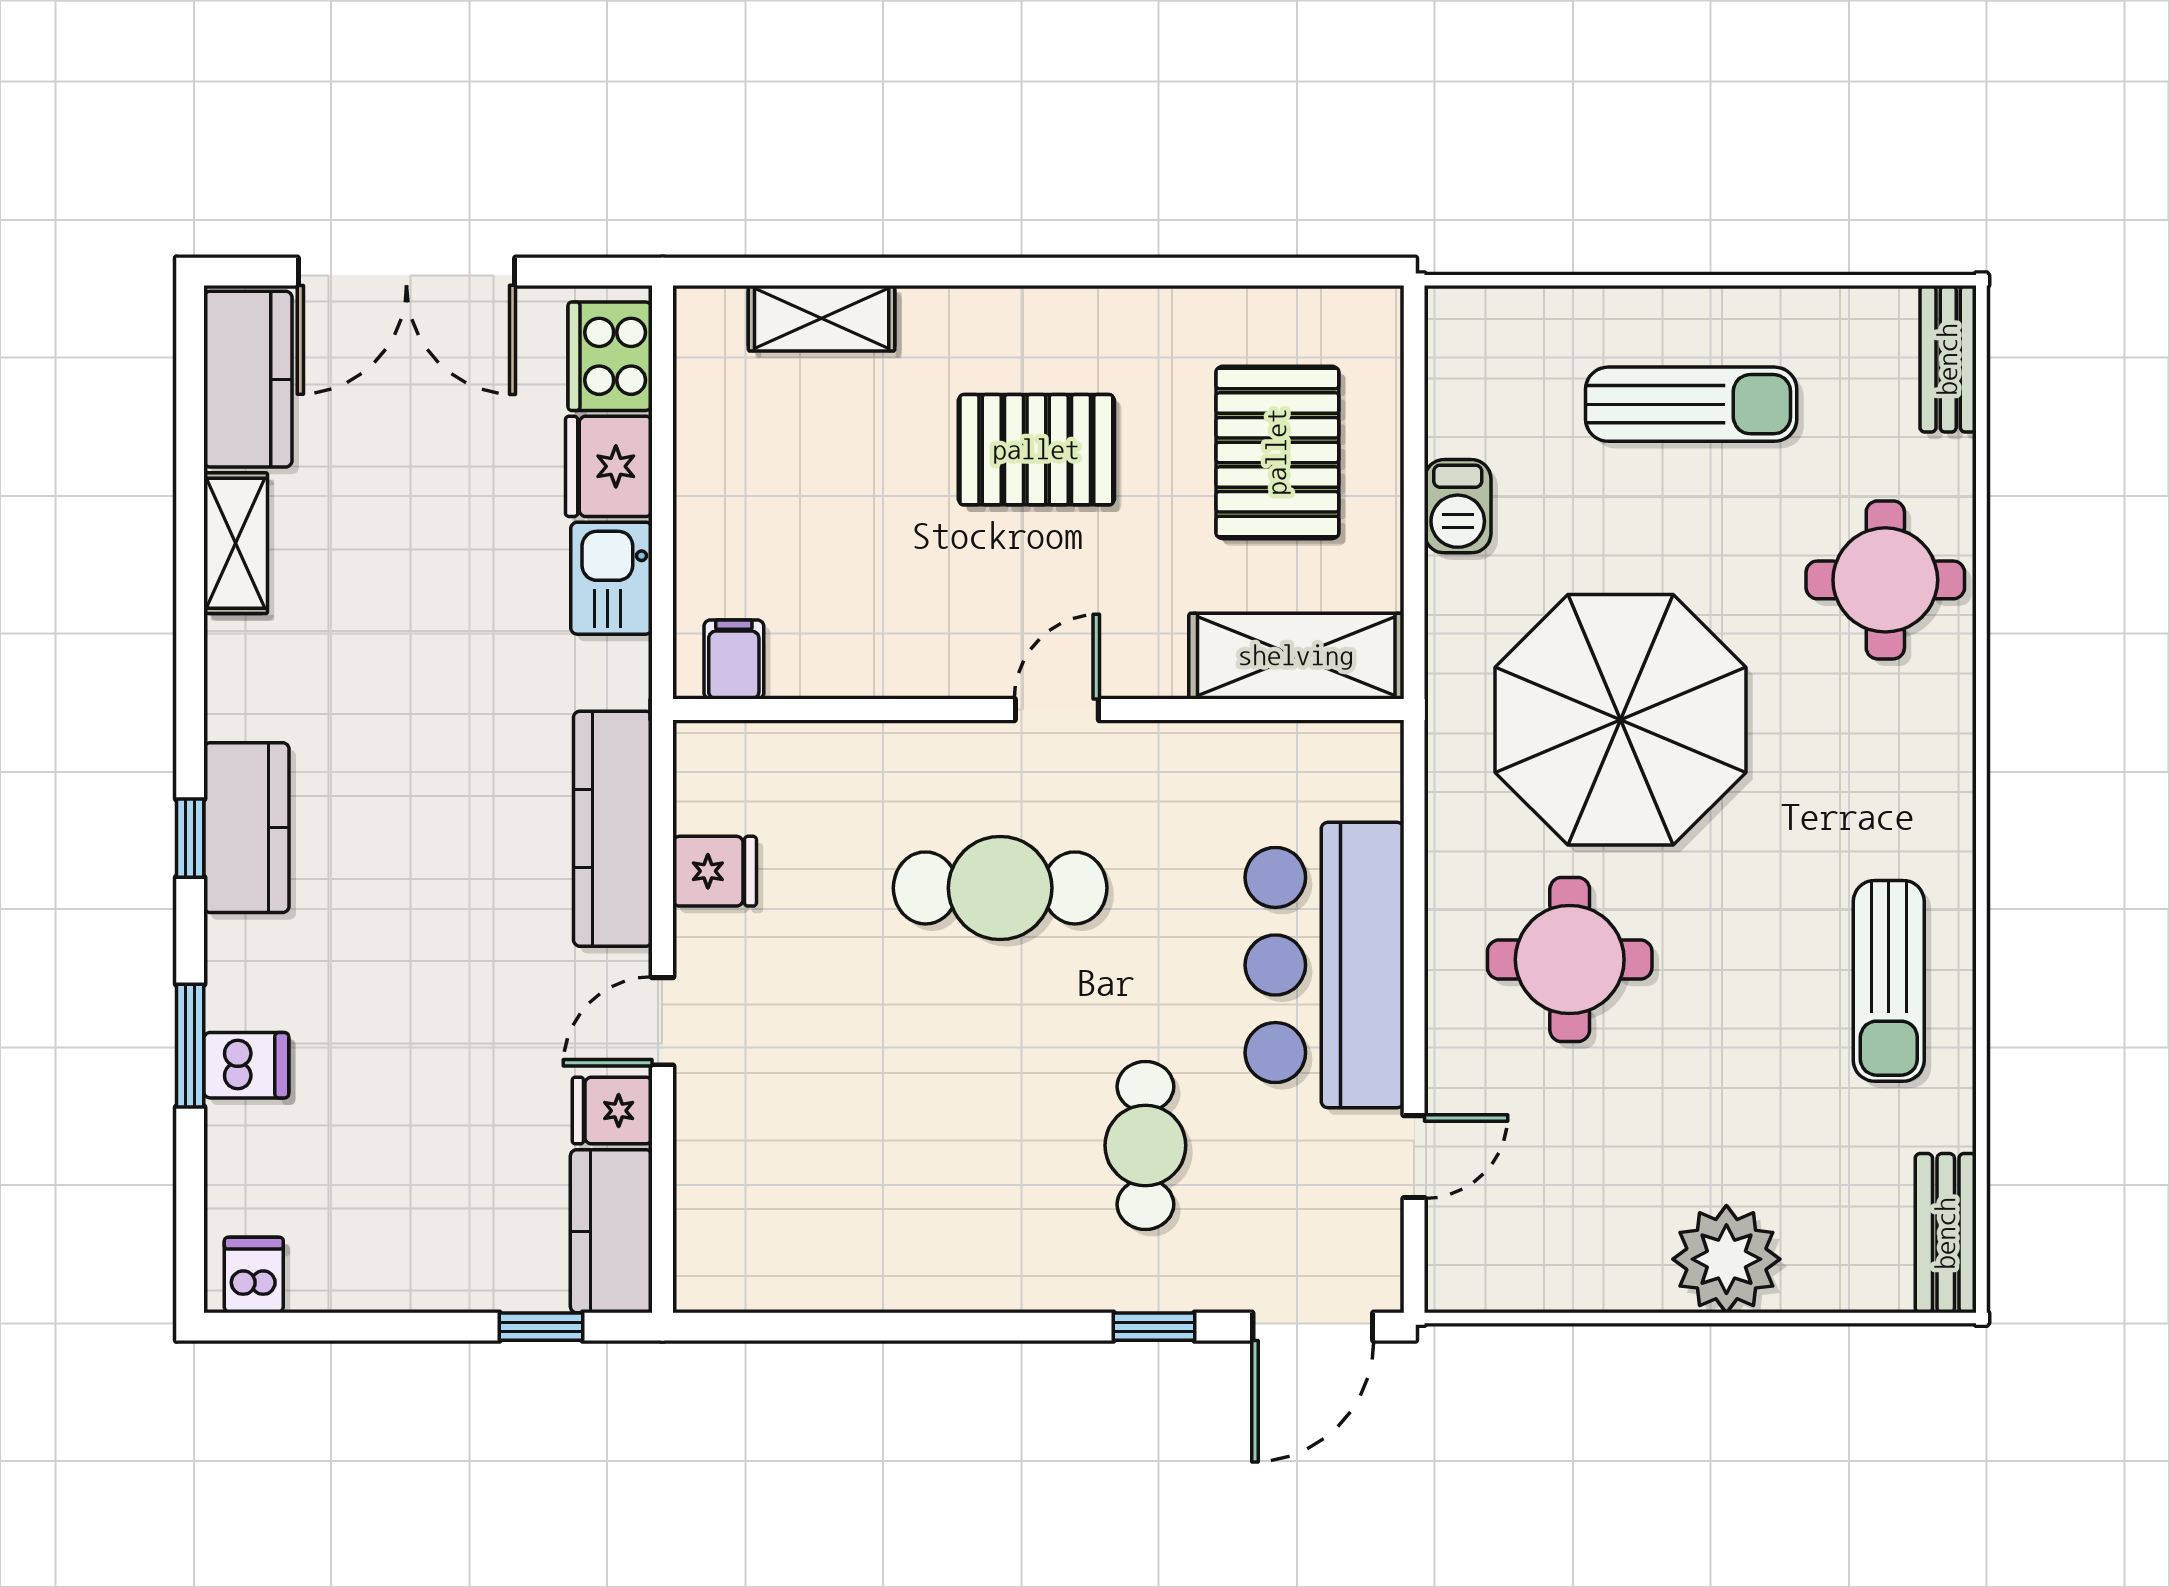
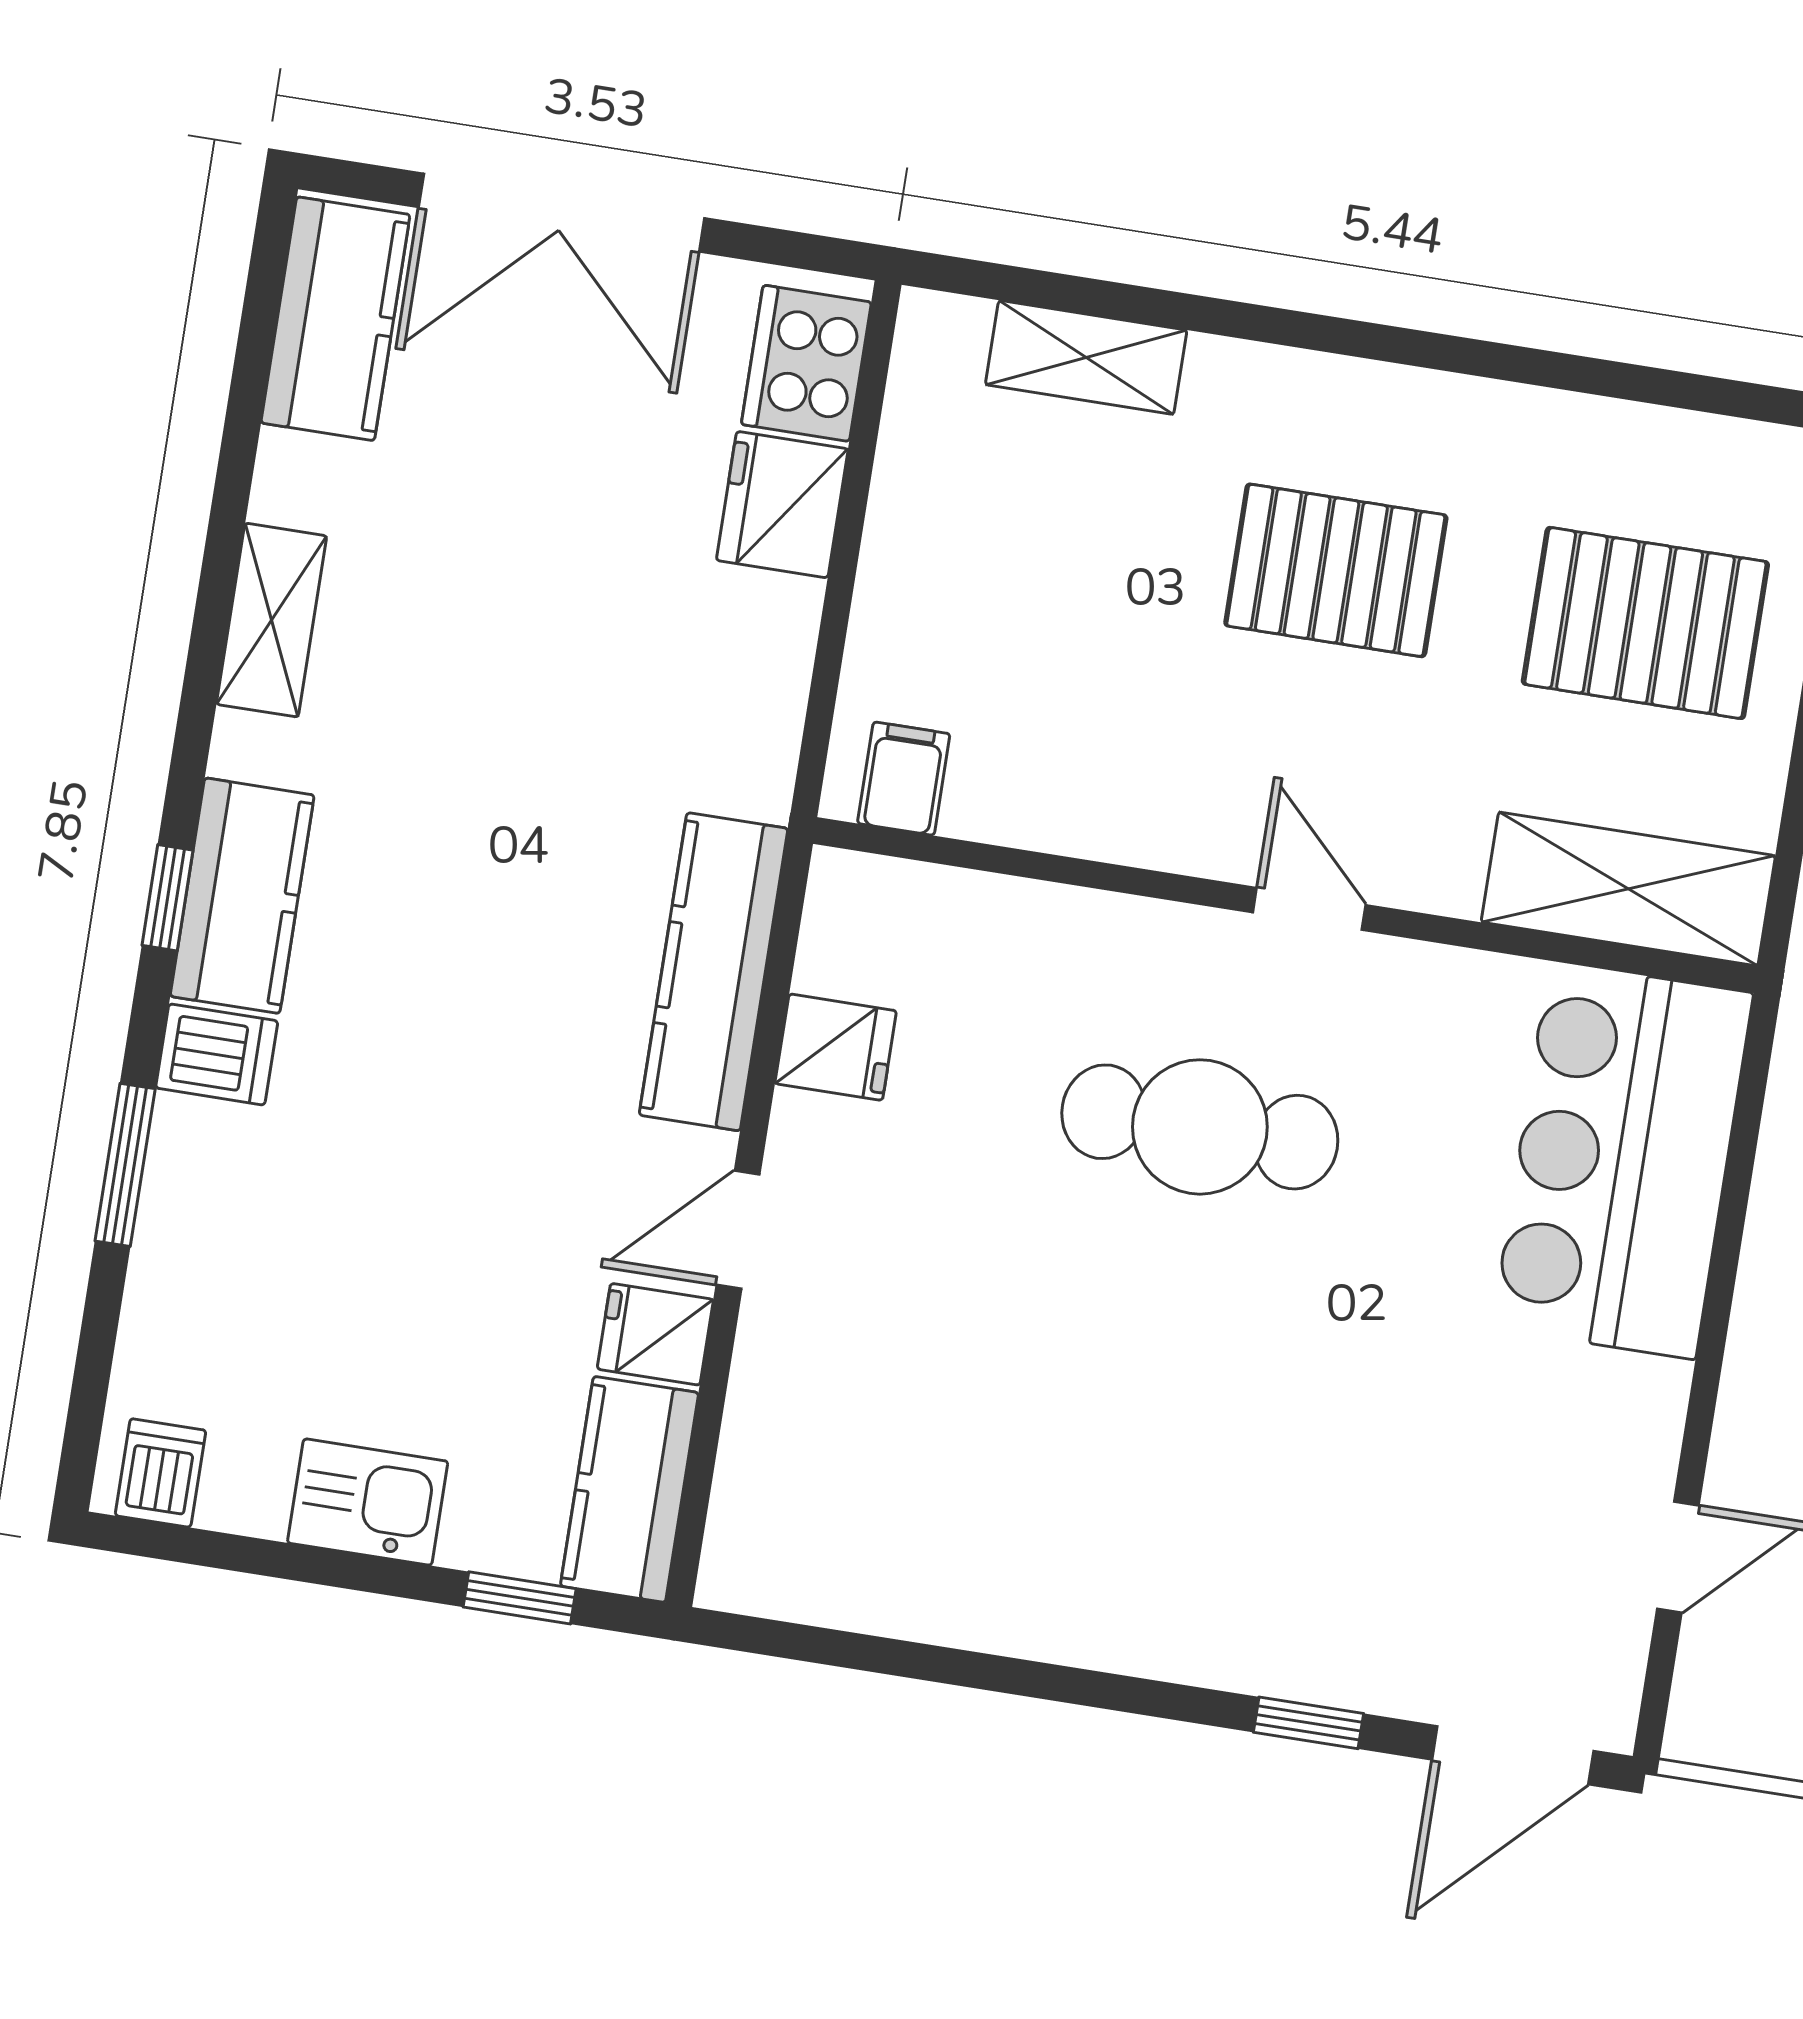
pallet: (1277, 452) -> (1645, 623), turned 90
shelving: (236, 543) -> (272, 620), moved
kitchen sink: (611, 578) -> (368, 1502), moved, turned 90
door: (1057, 709) -> (1309, 909), hinge flipped
bar counter: (1324, 965) -> (1622, 1160), moved
dishwasher: (246, 1065) -> (217, 1054), moved
cafe table: (1145, 1145) -> (1334, 1488), removed

